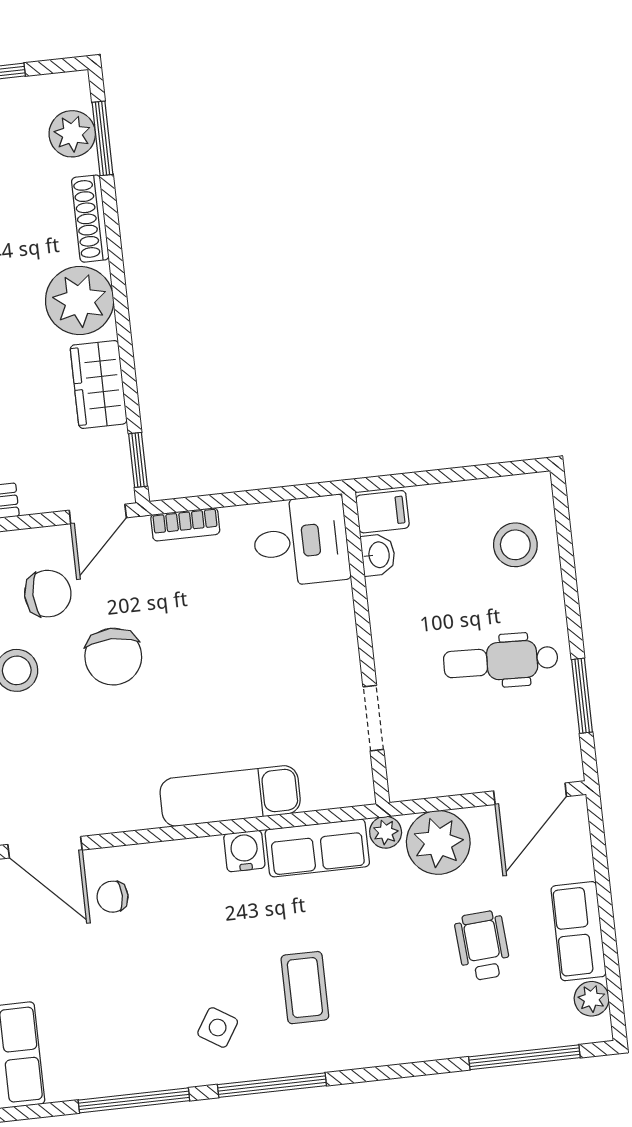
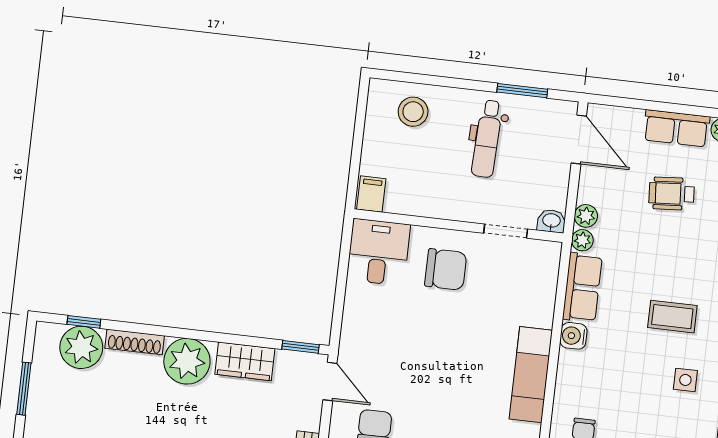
plant: (72, 134) -> (81, 347), width x1.36, depth x1.36
window: (102, 138) -> (84, 322), width x0.67
bookcase: (185, 524) -> (350, 325), removed
washbasin: (378, 555) -> (551, 221), moved
chair: (113, 657) -> (446, 269), moved
exam couch: (230, 796) -> (531, 375), moved
plant: (438, 842) -> (586, 216), width x0.53, depth x0.53
side table: (218, 1027) -> (685, 380), turned -32

